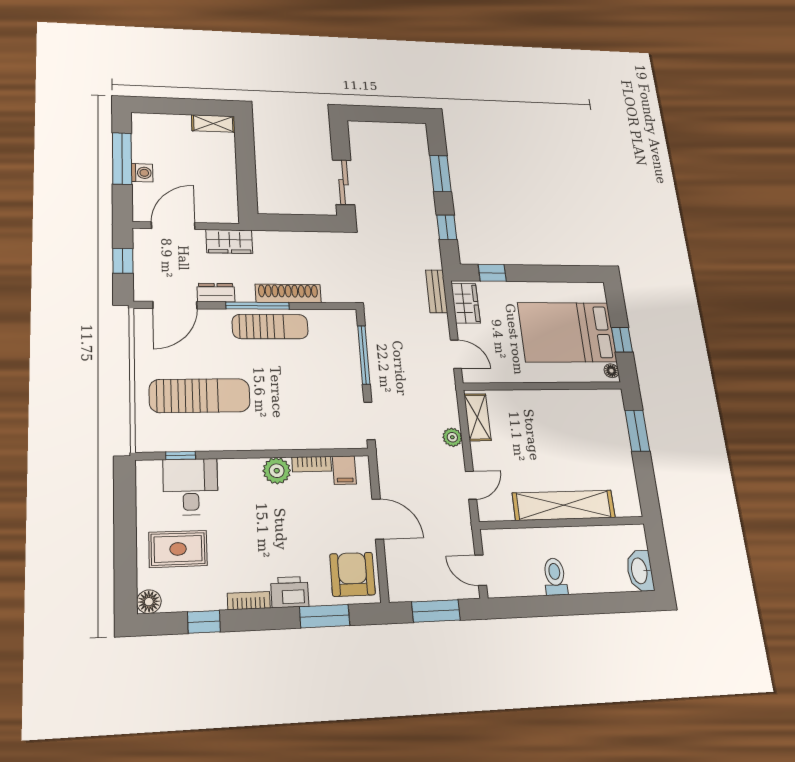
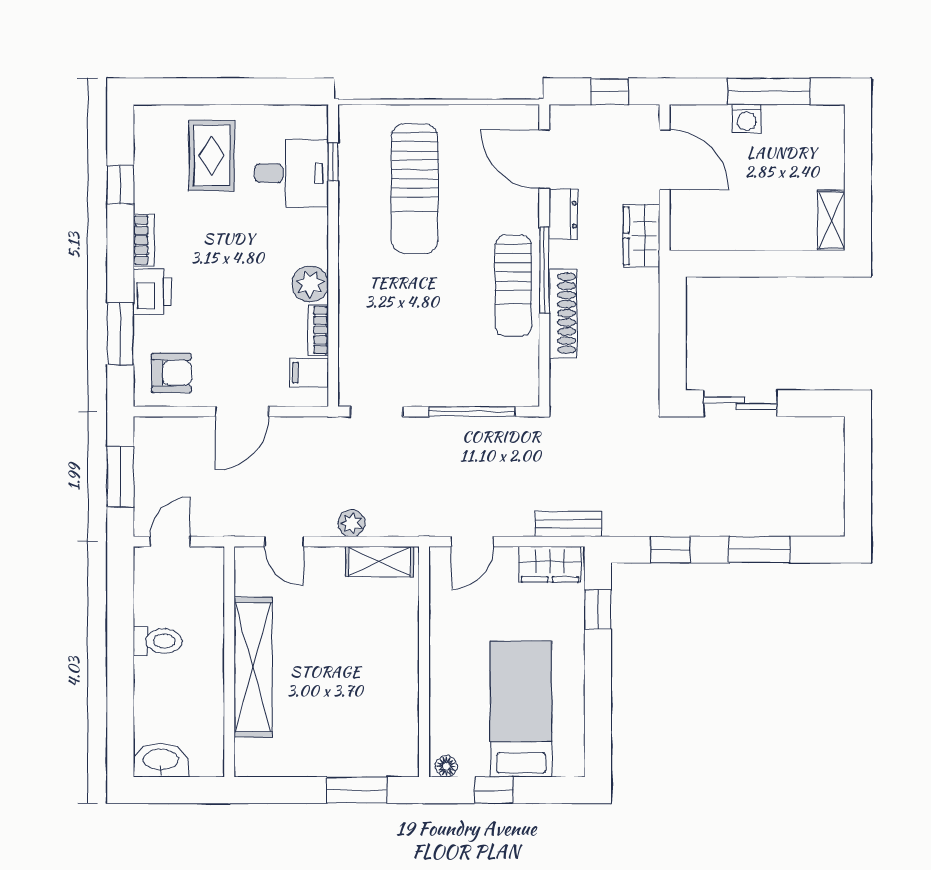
bed: (567, 332) -> (521, 709), width x0.67
armchair: (353, 574) -> (171, 373), width x0.72, depth x0.72
floor lamp: (149, 602) -> (148, 119), removed

